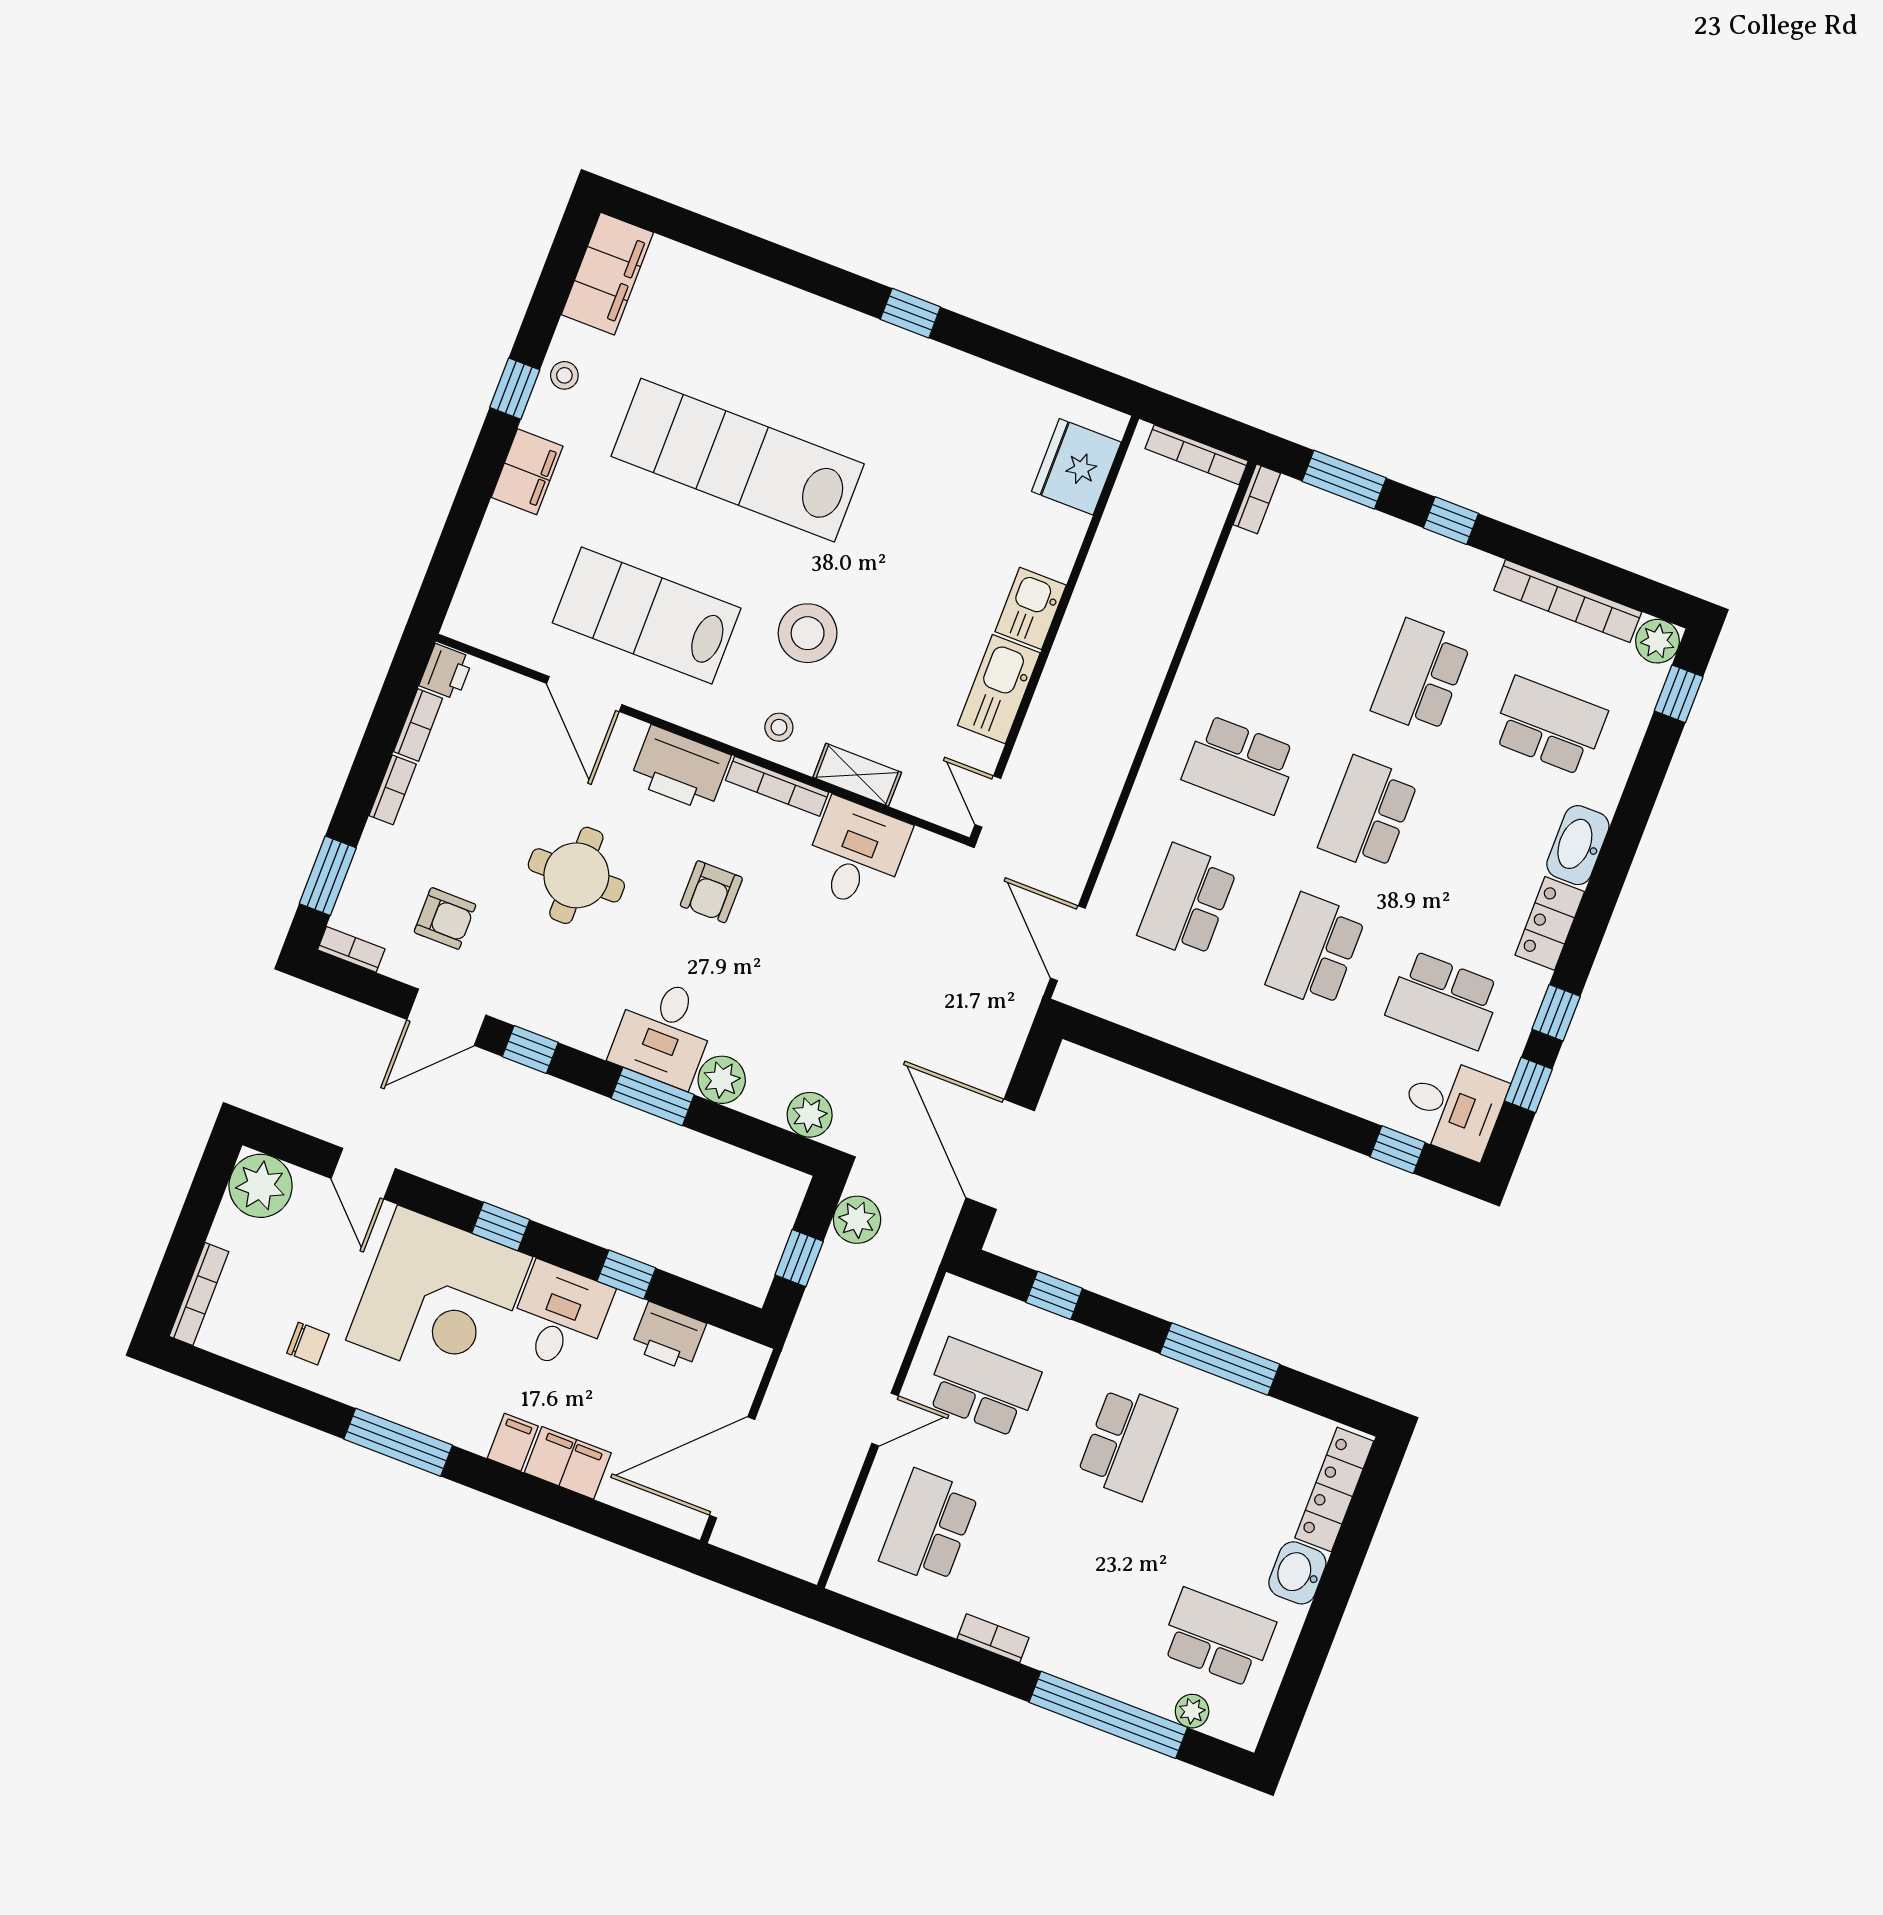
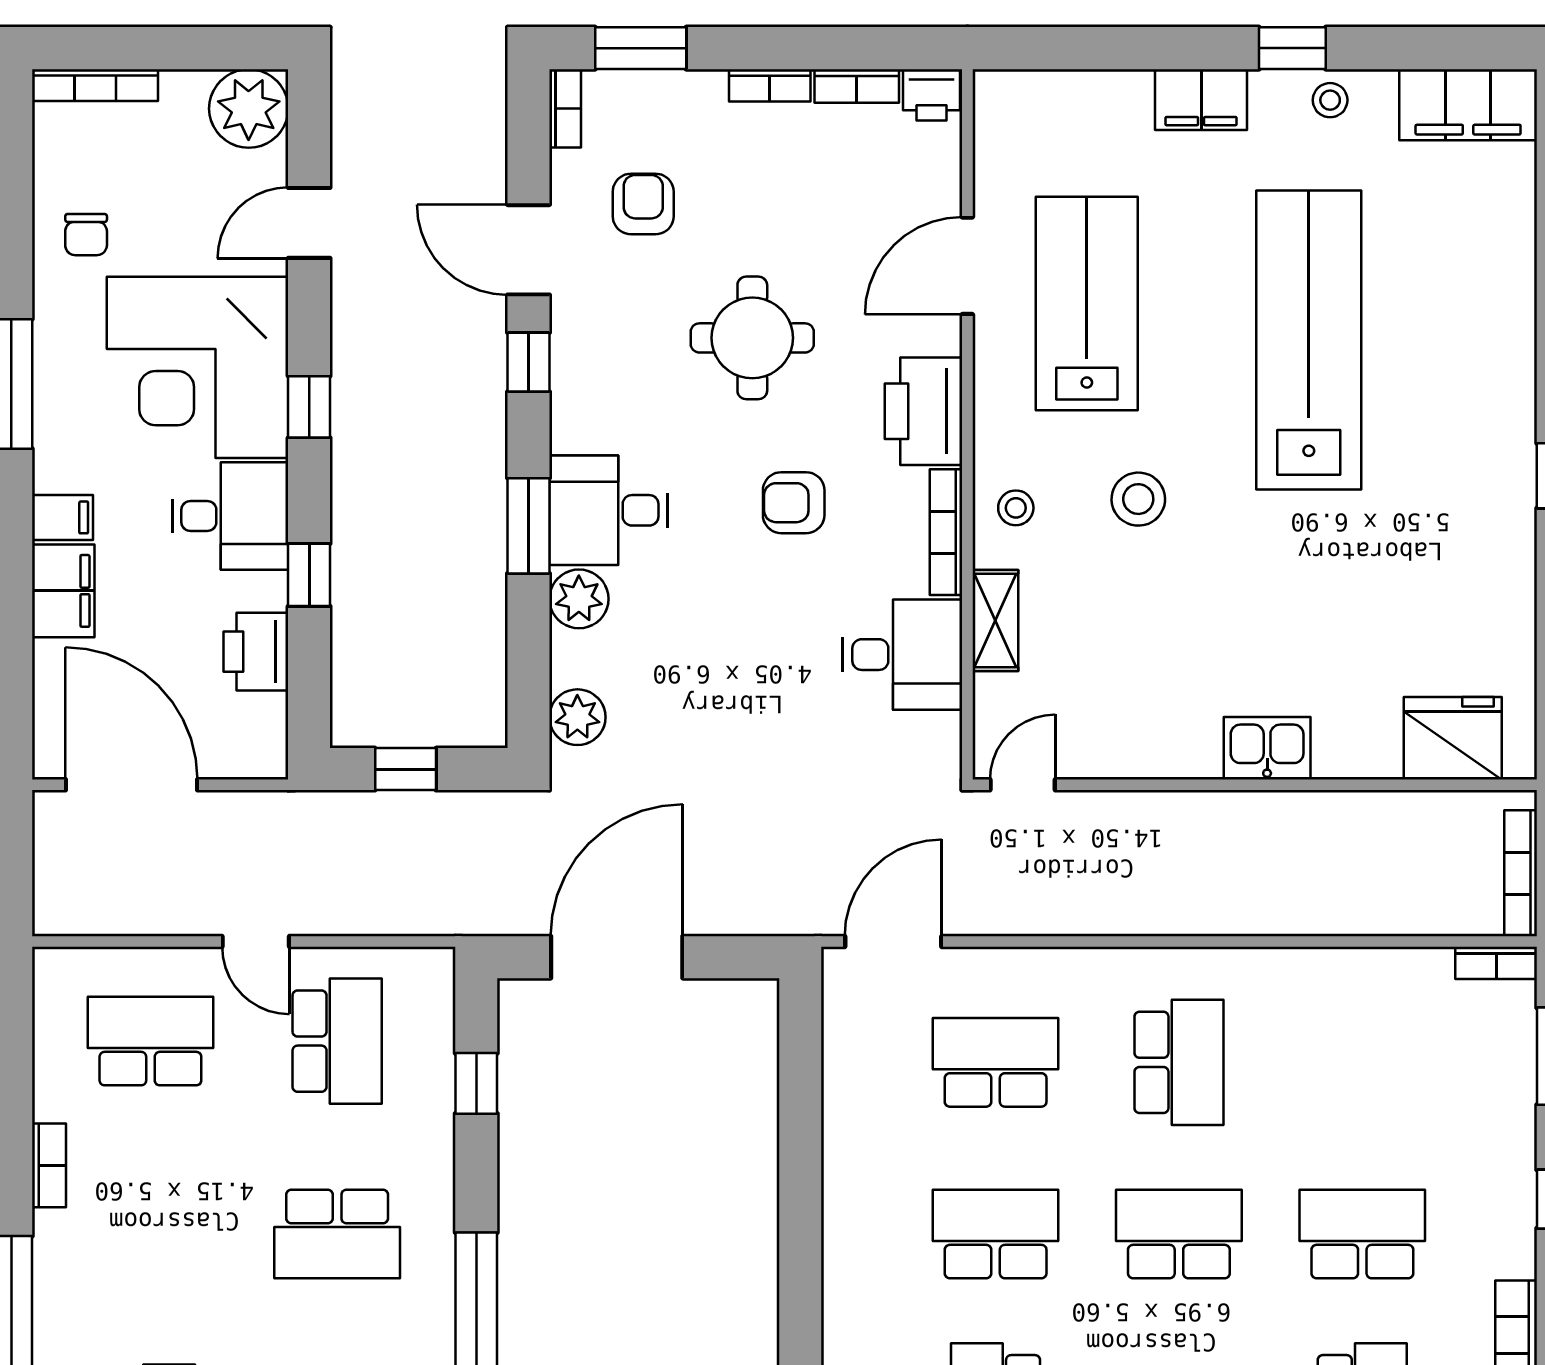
stool: (808, 633) -> (1138, 499), width x0.73, depth x0.73
kitchen sink: (999, 689) -> (1159, 747), removed
school desk: (1240, 764) -> (1179, 1062), turned 180
armchair: (445, 918) -> (643, 204), turned 180
plant: (857, 1220) -> (476, 819), removed

